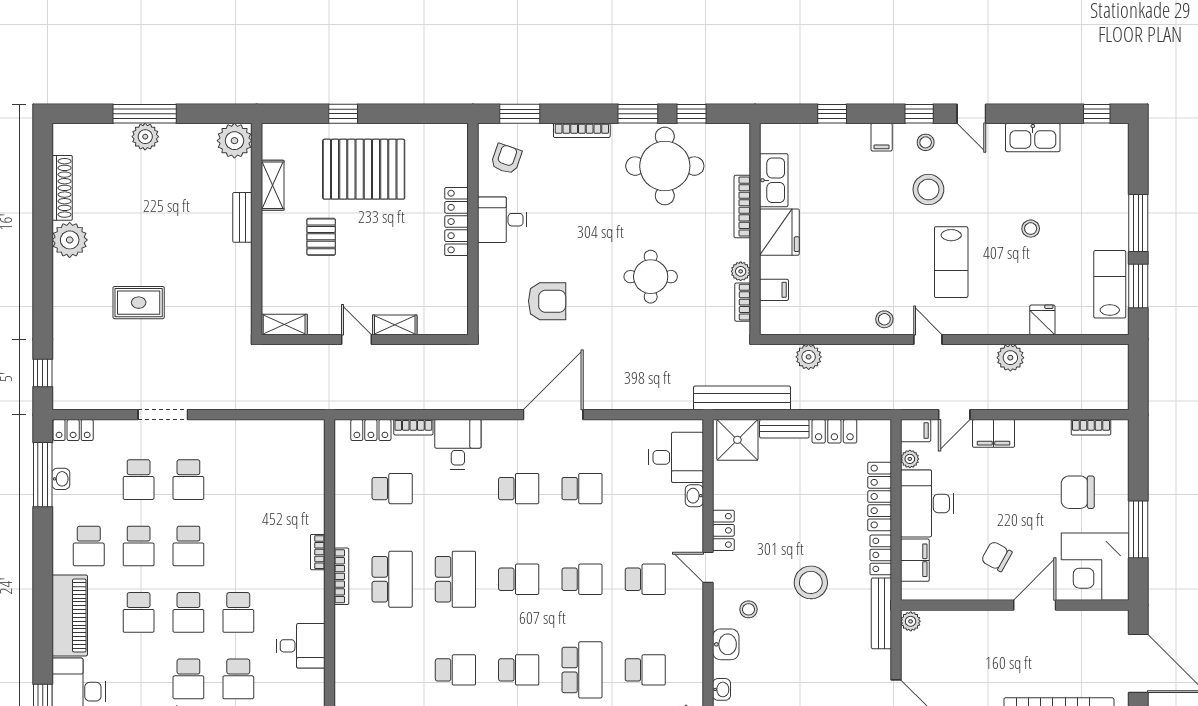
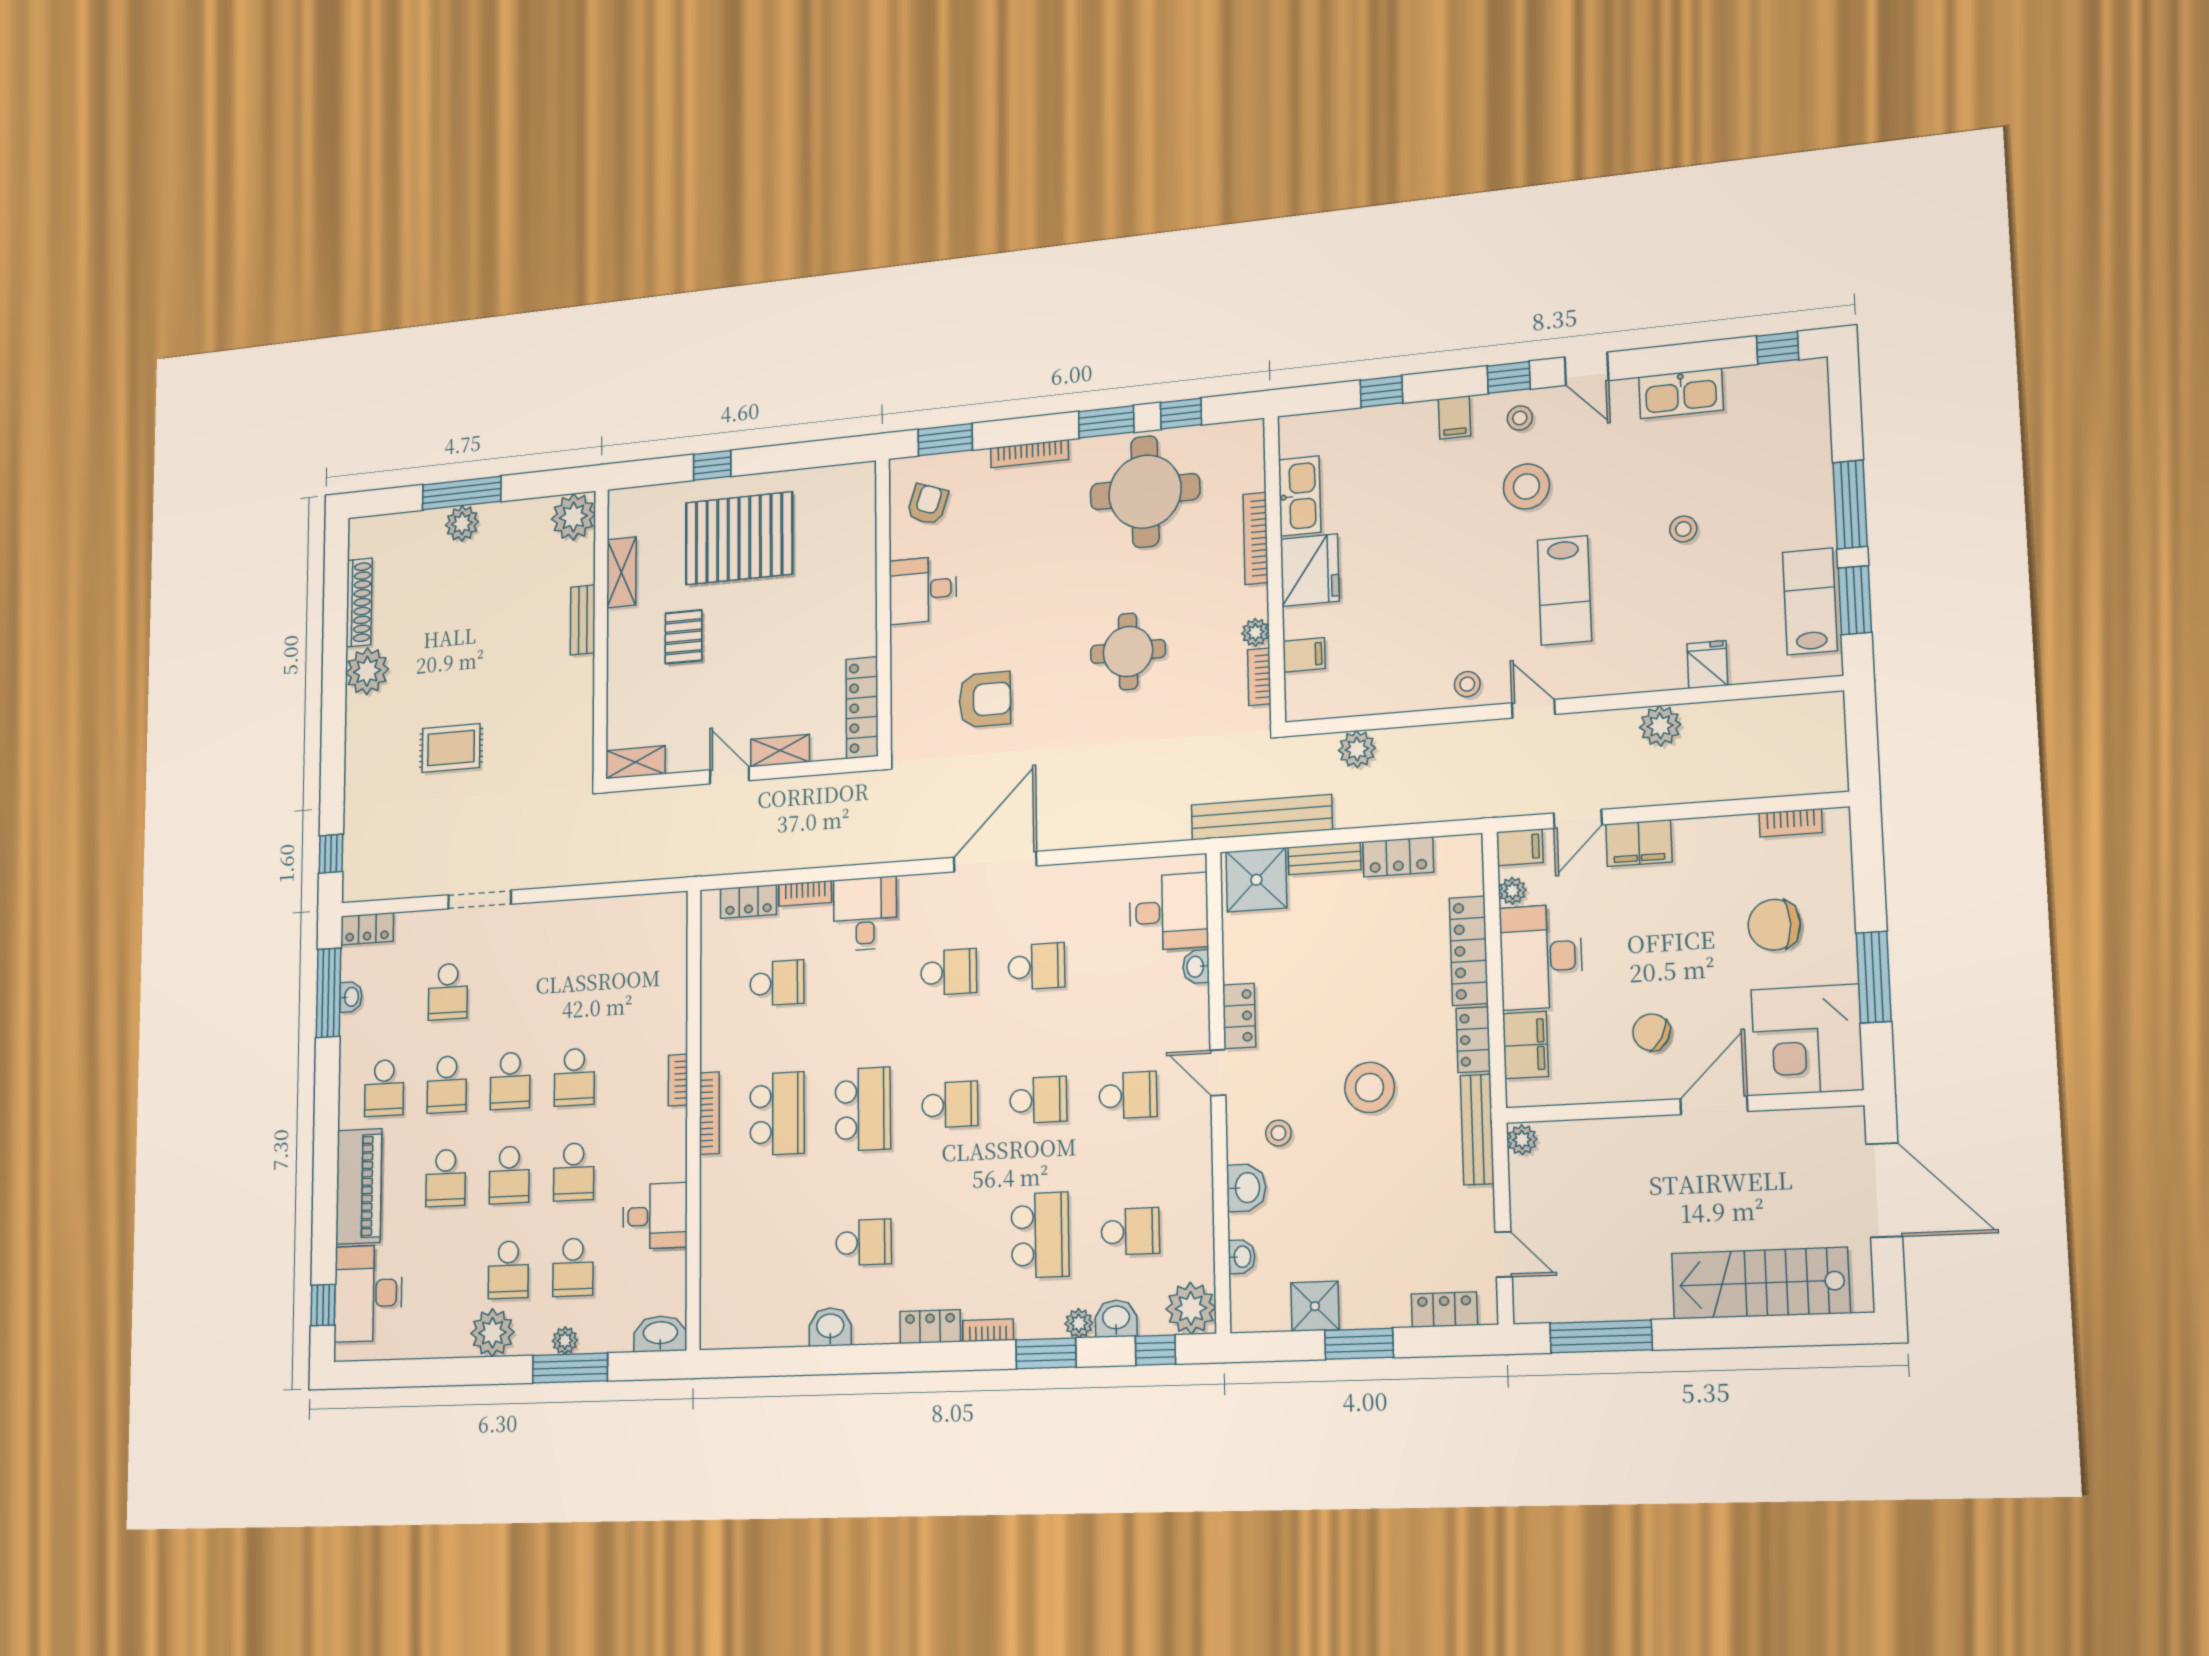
locker: (456, 222) -> (862, 708), moved
school desk: (188, 480) -> (574, 1077), moved
school desk: (519, 670) -> (951, 1239), removed

